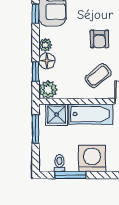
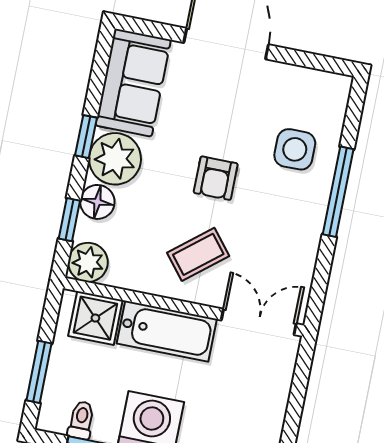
window: (36, 14) -> (86, 137), moved
plant: (45, 45) -> (115, 159), width x1.87, depth x1.87
window: (36, 129) -> (39, 372), moved

